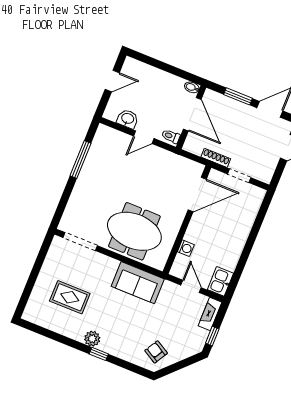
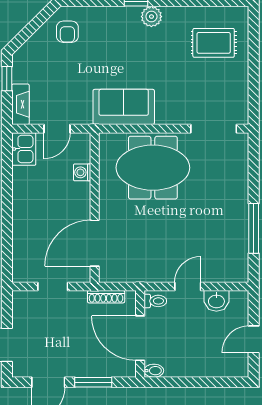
shoe rack: (216, 158) -> (106, 297), moved
door: (191, 286) -> (57, 129), hinge flipped
rug: (70, 297) -> (214, 43), moved
armchair: (156, 352) -> (67, 32), turned 60

